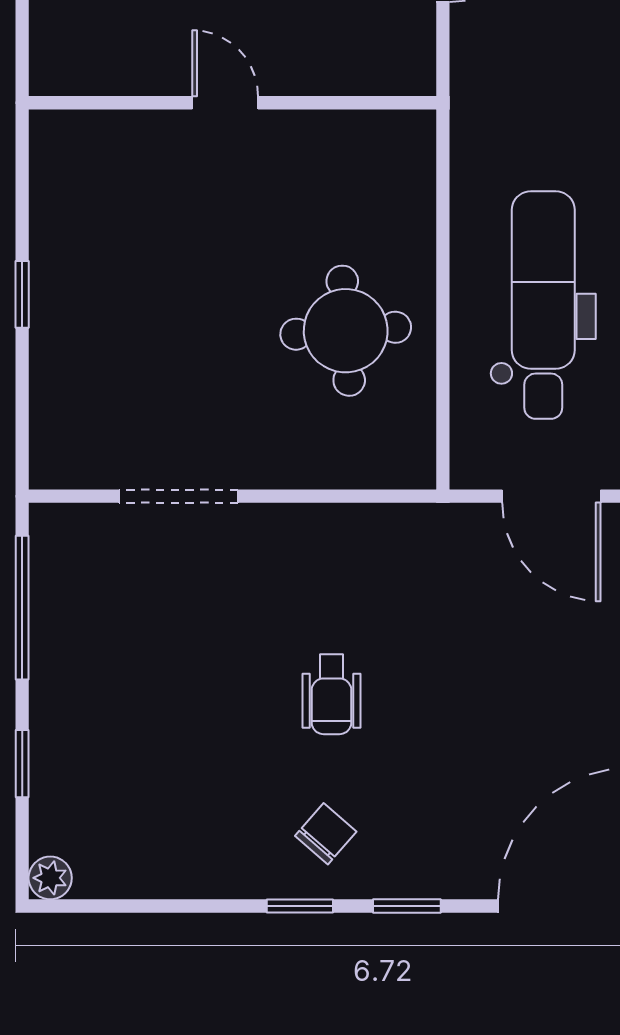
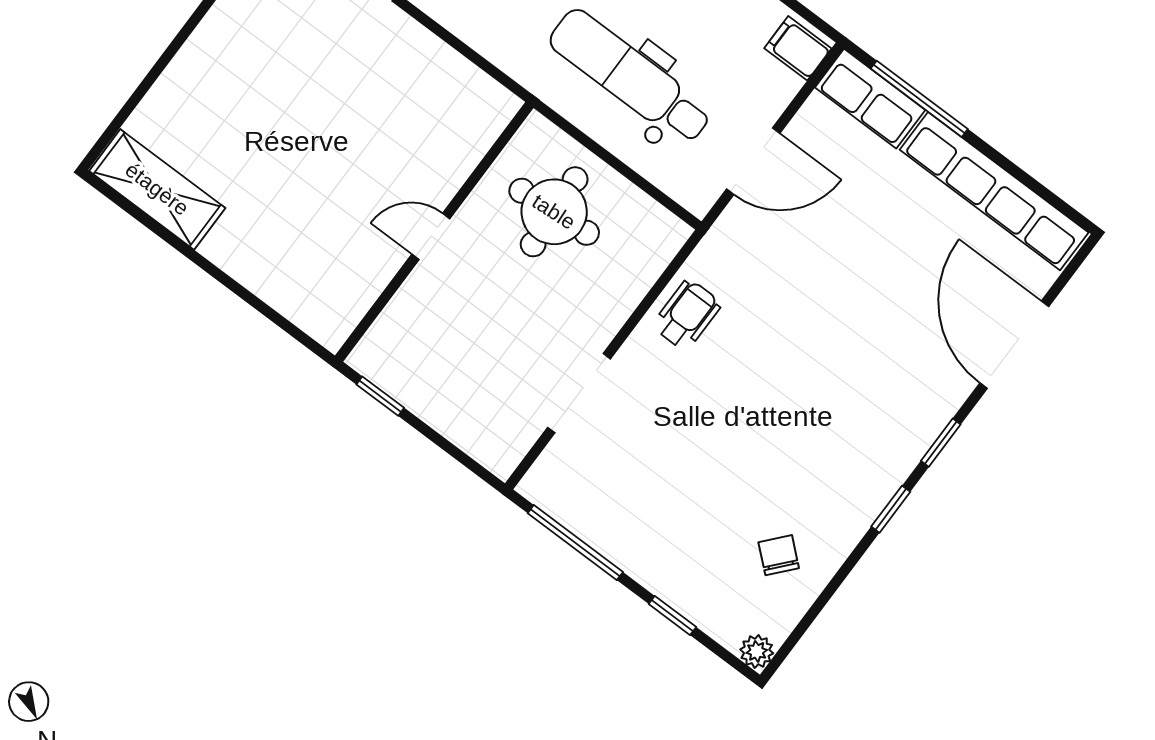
door: (225, 103) -> (431, 236), moved
wall: (233, 103) -> (434, 232), moved
wheelchair: (332, 694) -> (687, 315), moved, turned -90
chair: (326, 834) -> (779, 555), moved

